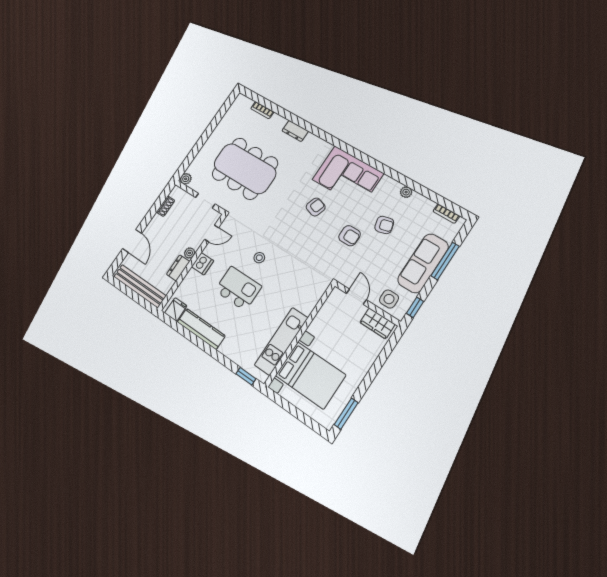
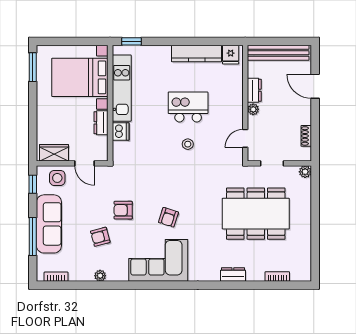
dishwasher: (203, 264) -> (121, 131), moved, turned 180
kitchen island: (238, 288) -> (188, 107), turned 180
dresser: (319, 323) -> (101, 123), added

